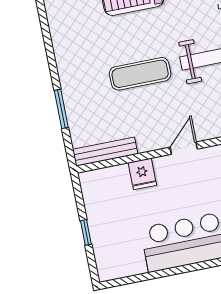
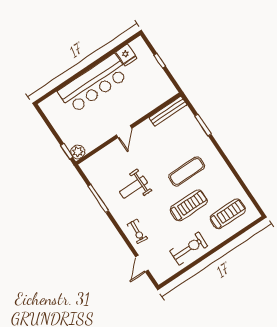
exercise mat: (140, 74) -> (187, 171), moved
fridge: (142, 174) -> (126, 55), moved, turned 180

